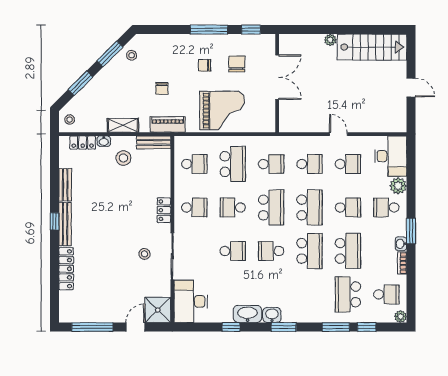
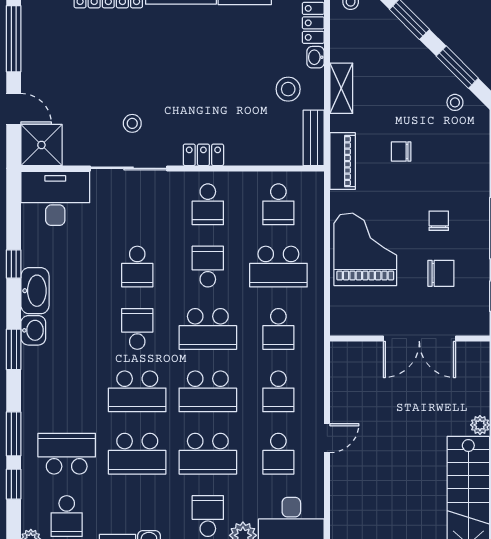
grand piano: (222, 111) -> (365, 249), turned 180
school desk: (348, 207) -> (208, 454), width x1.85

